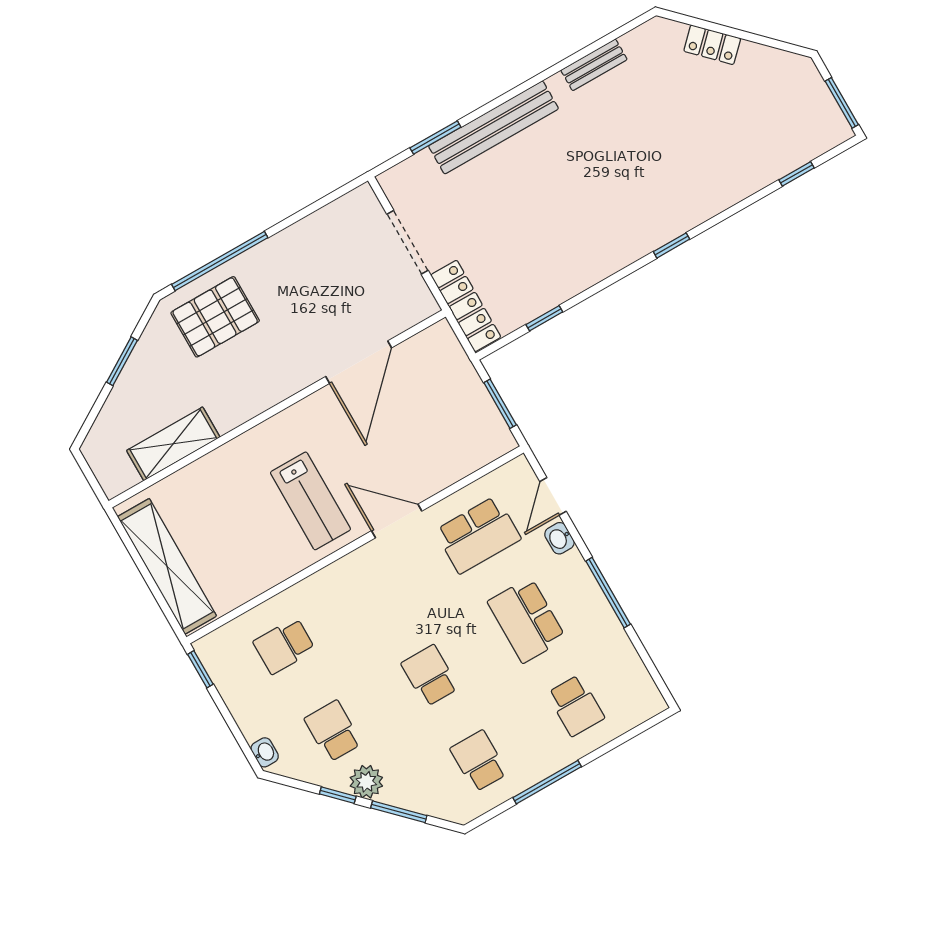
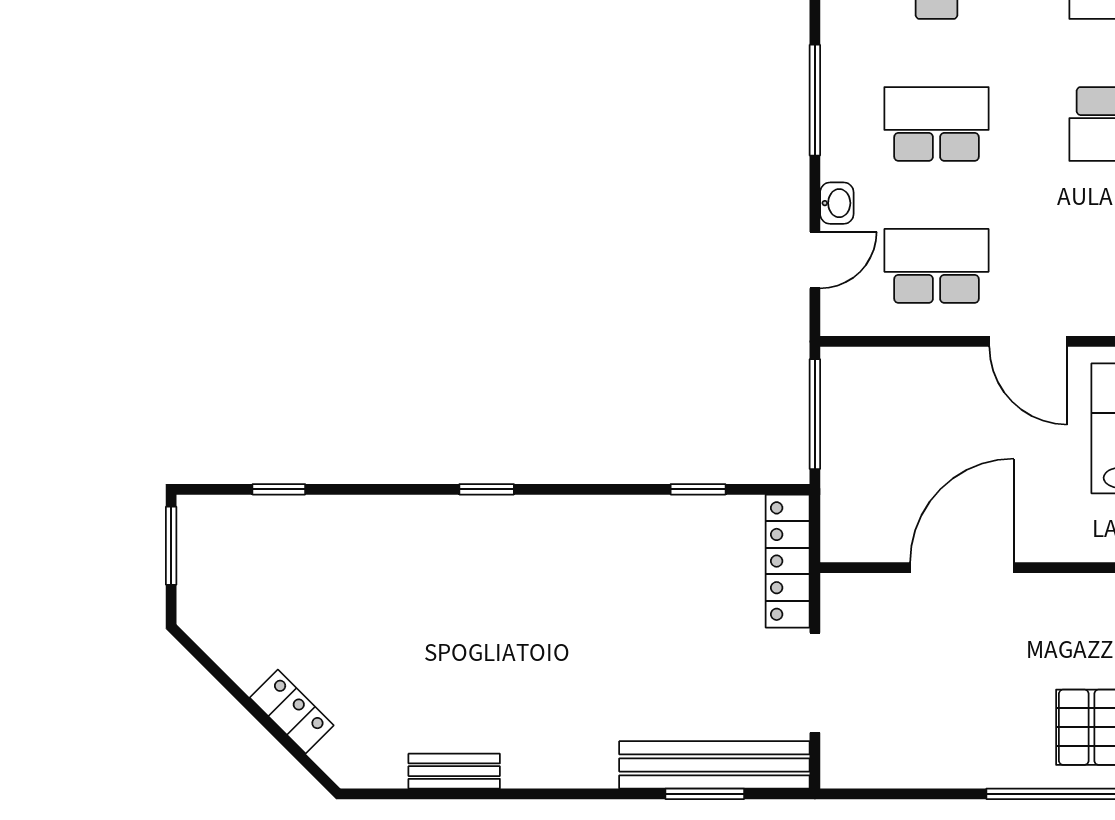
bench: (493, 127) -> (714, 765), moved
window: (500, 404) -> (815, 414), width x1.44
school desk: (527, 620) -> (936, 124), turned -90

